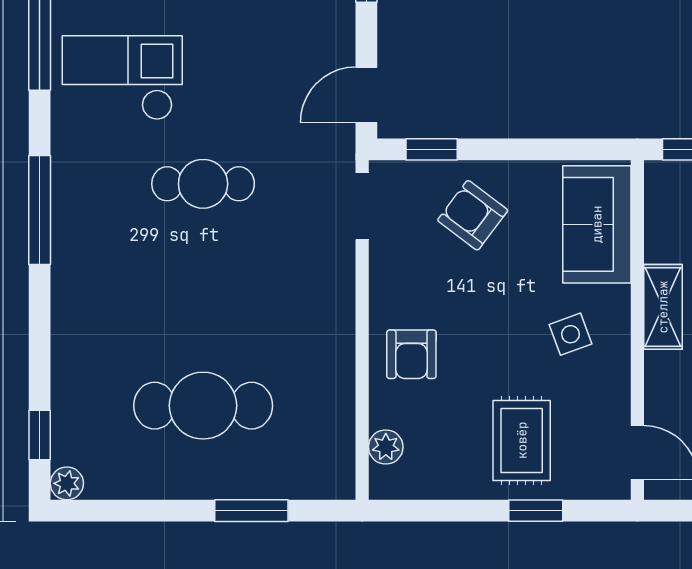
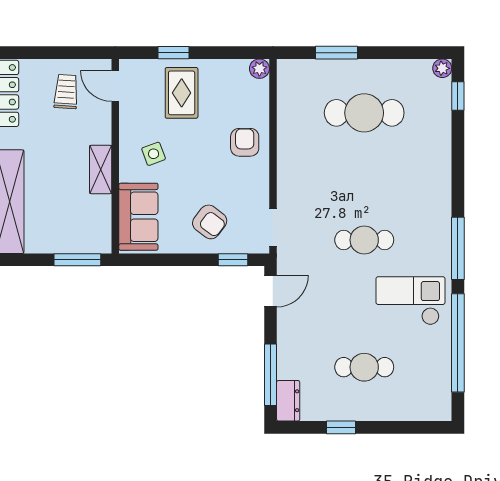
checkout: (122, 78) -> (410, 301), turned 180
window: (40, 210) -> (458, 248), moved
plant: (386, 447) -> (259, 69), moved

